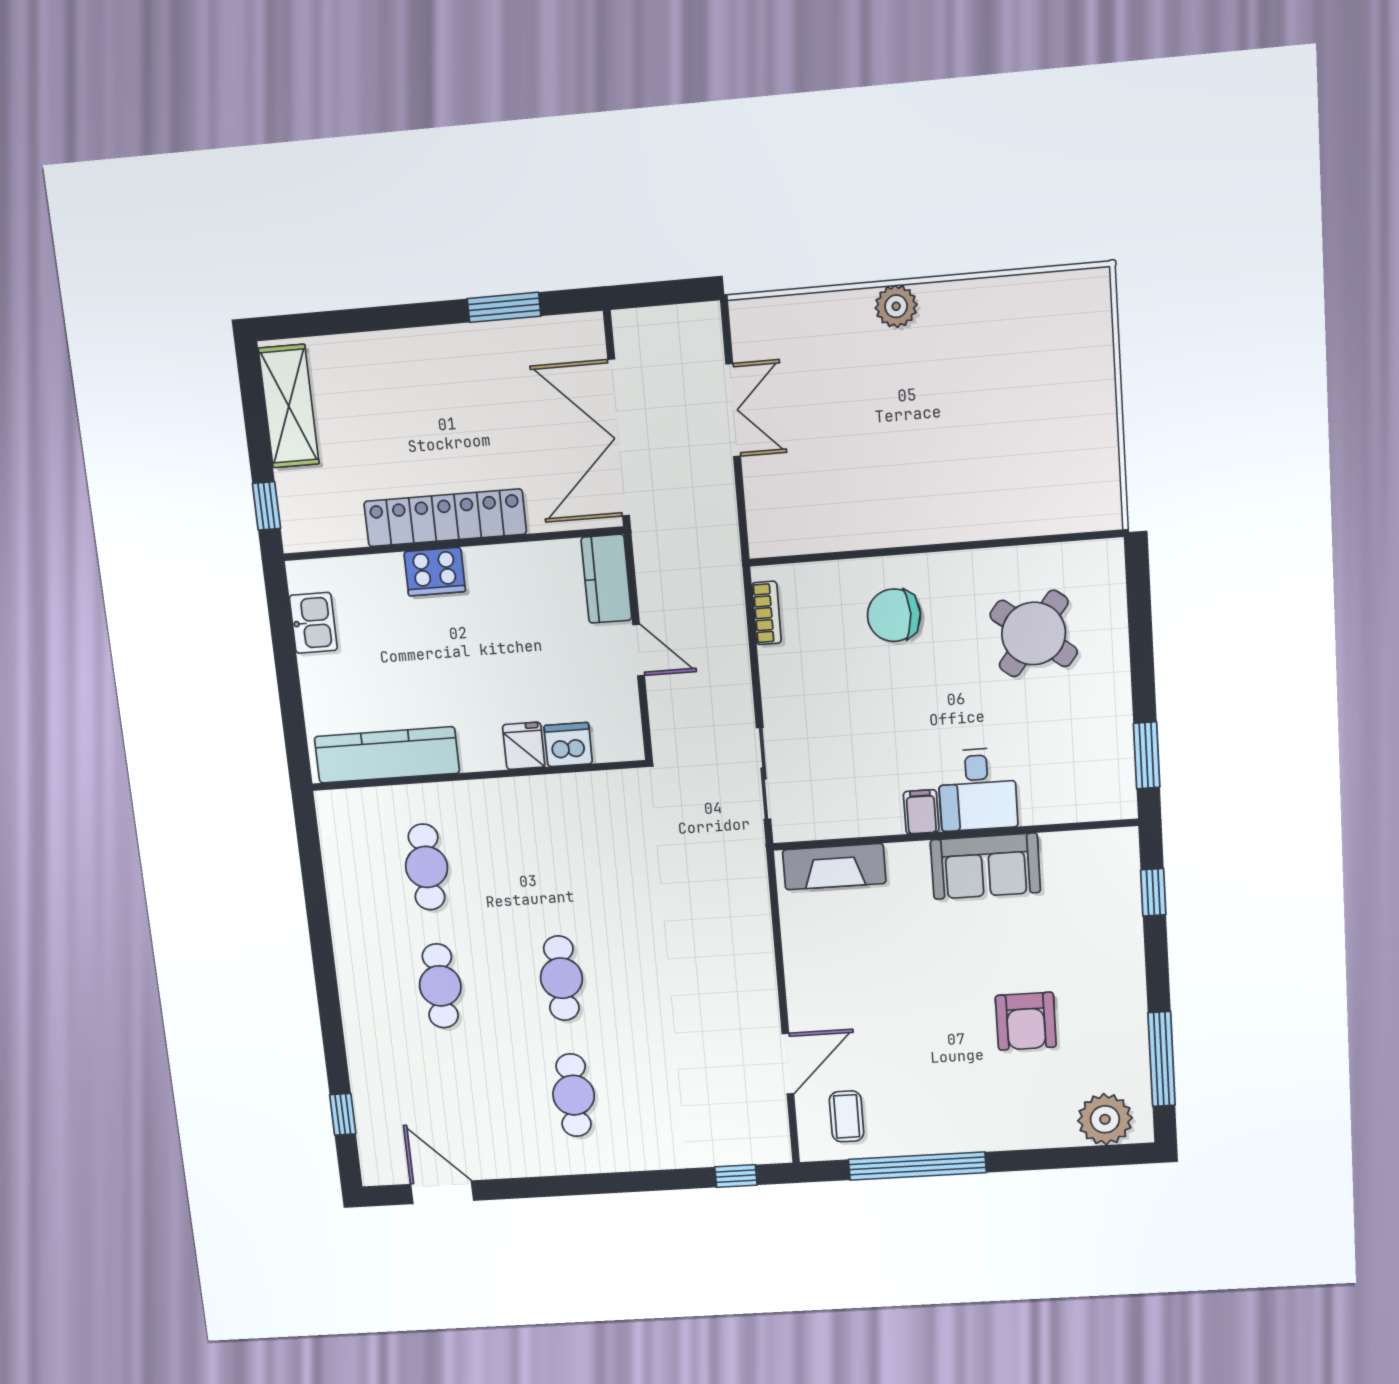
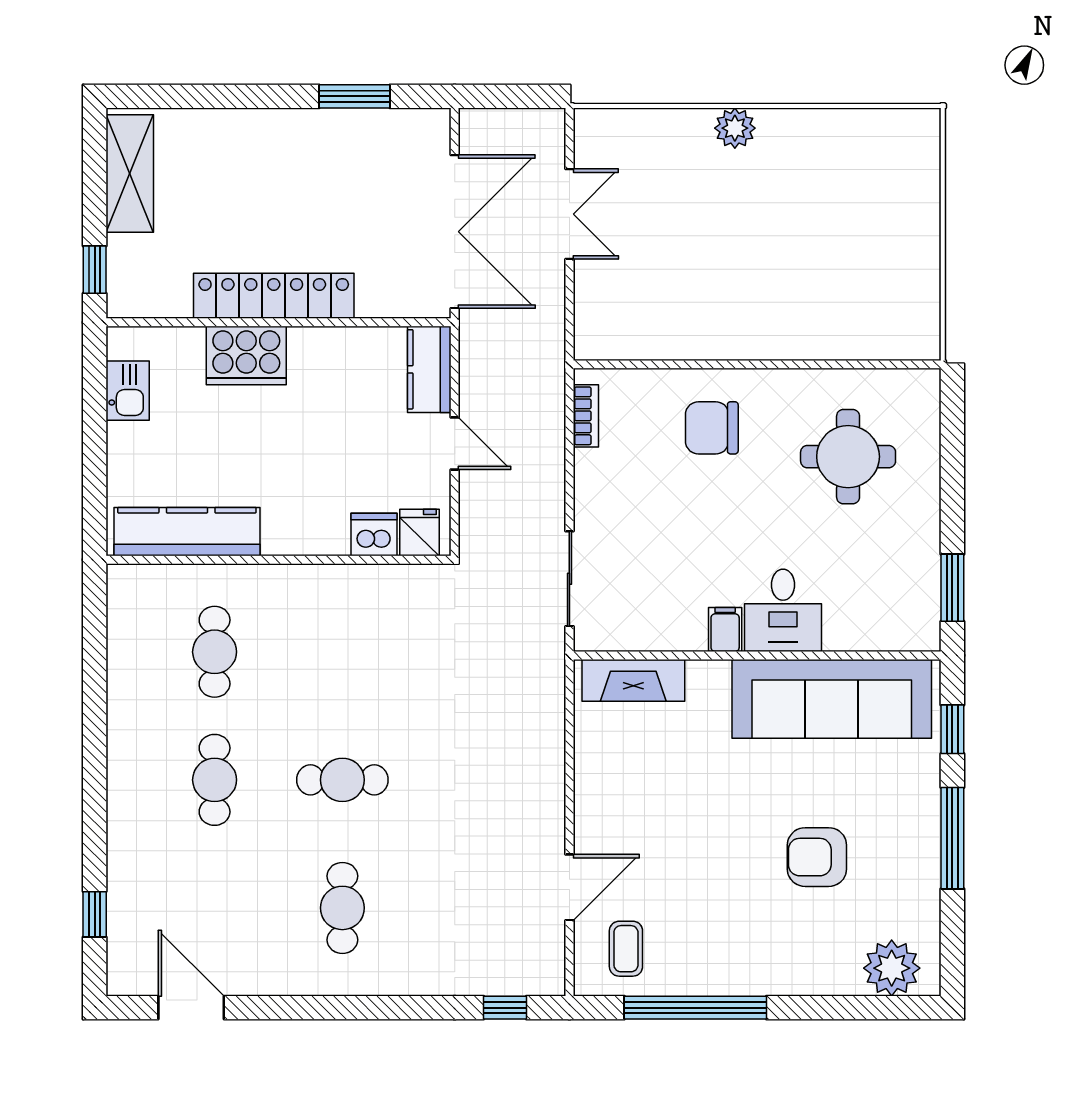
double door: (619, 438) -> (455, 232), swing flipped
cooker: (435, 572) -> (246, 356), width x1.37, depth x1.31
round table: (1034, 634) -> (848, 457), turned -38
fridge: (524, 746) -> (420, 532), moved
sofa: (985, 866) -> (832, 699), width x1.85, depth x1.27
cafe table: (561, 978) -> (342, 780), turned 90
armchair: (1026, 1021) -> (817, 857), turned 90
window: (1162, 1059) -> (952, 838), moved

